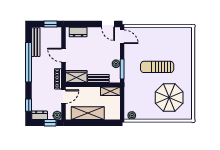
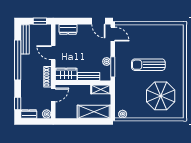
shelving: (88, 113) -> (94, 112), moved
window: (50, 123) -> (40, 122), removed

